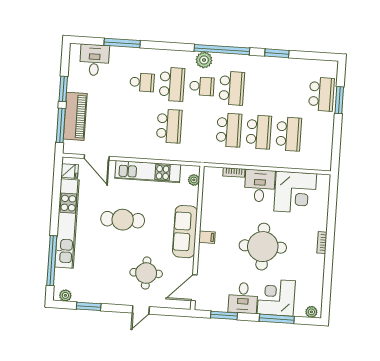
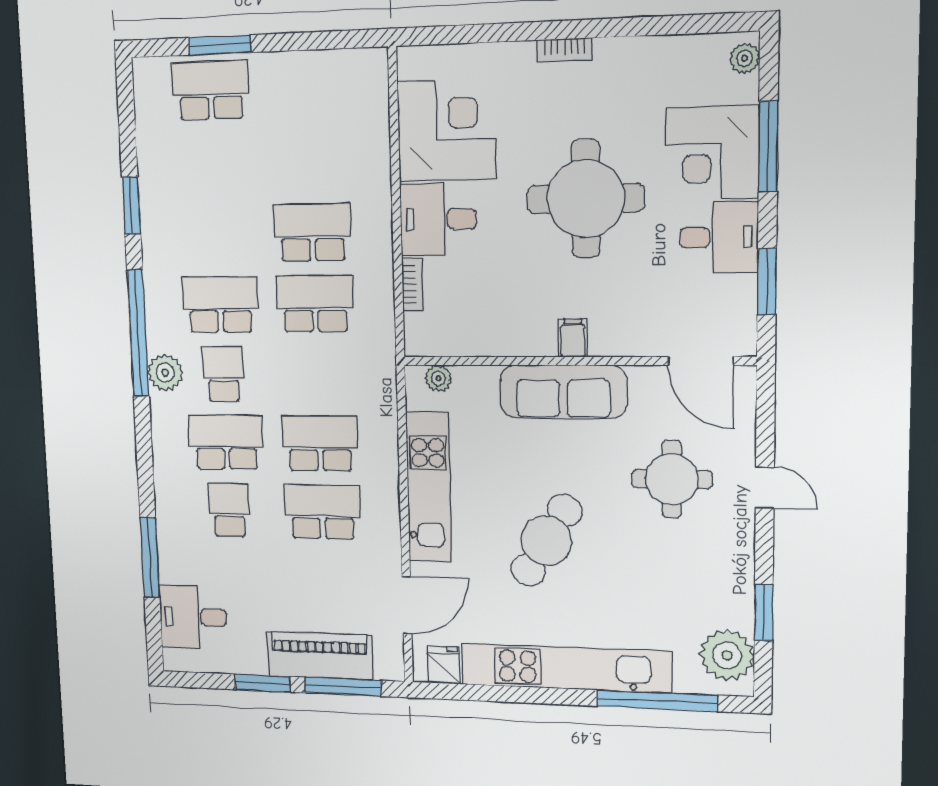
school desk: (289, 134) -> (322, 512), moved
cafe table: (123, 220) -> (546, 540), turned 31
plant: (65, 295) -> (727, 655), width x1.88, depth x1.88

